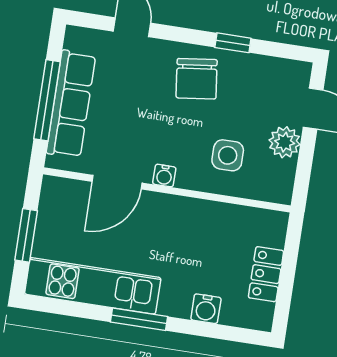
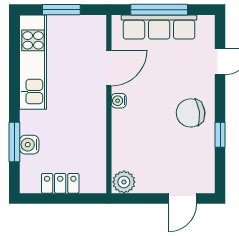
plant: (285, 142) -> (124, 182), moved
side table: (228, 155) -> (140, 143), removed
door: (117, 182) -> (109, 68), swing flipped
window: (139, 319) -> (14, 142), moved

